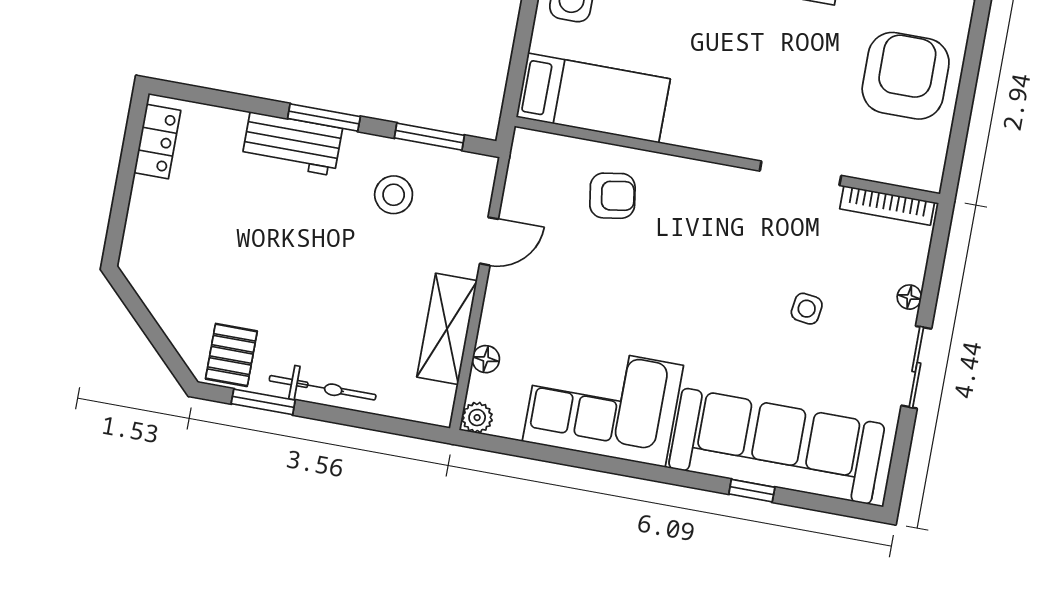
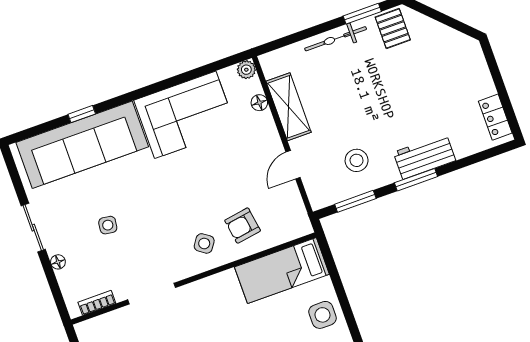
side table: (683, 202) -> (204, 243), added
bookcase: (887, 205) -> (97, 303), width x0.64

